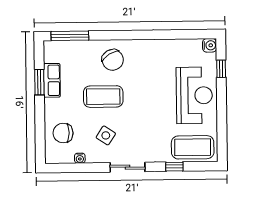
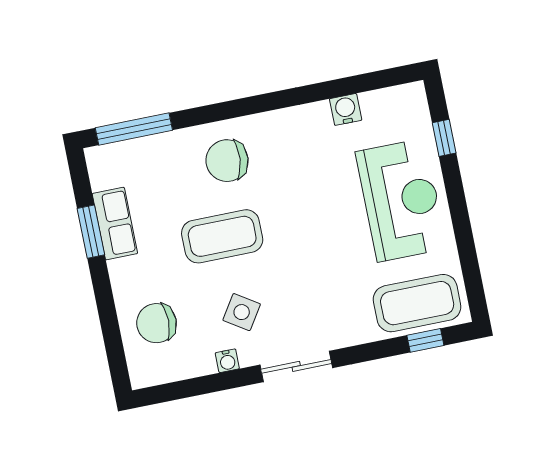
water cooler: (210, 45) -> (346, 109), moved, turned -90
chair: (113, 60) -> (227, 161), turned 126
water cooler: (80, 158) -> (227, 361), moved
window: (174, 167) -> (425, 340), moved

